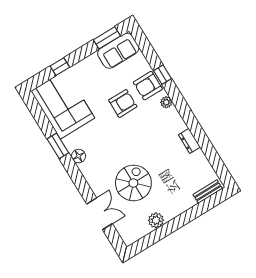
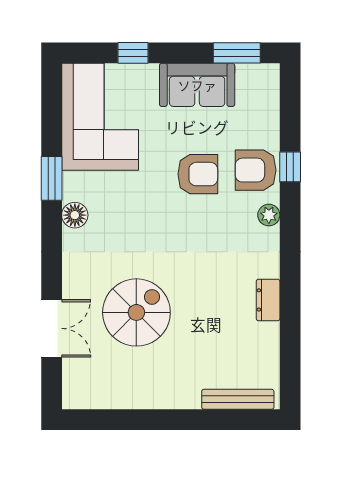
sofa: (118, 51) -> (197, 85), moved
bench: (208, 191) -> (238, 399), width x1.36
plant: (156, 220) -> (136, 395), removed

